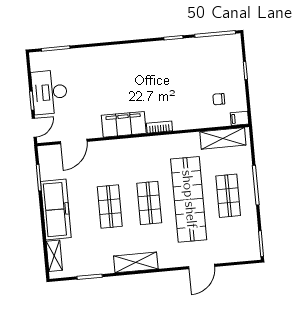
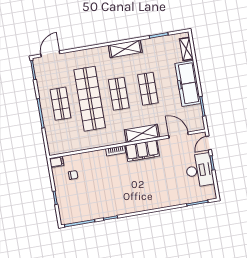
shelving: (223, 138) -> (142, 133), moved
door: (74, 141) -> (179, 135), hinge flipped
door: (202, 267) -> (50, 54), moved

